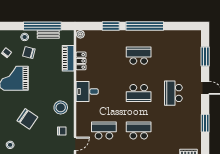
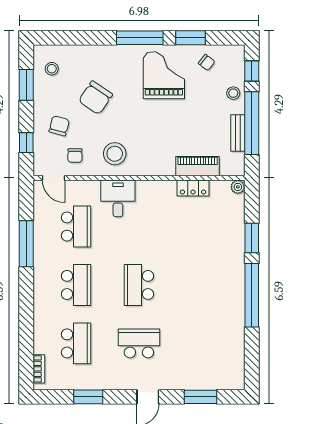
window: (12, 26) -> (252, 71), added
chair: (29, 52) -> (59, 126), moved
school desk: (139, 56) -> (76, 343), moved
desk: (87, 91) -> (118, 198), moved

